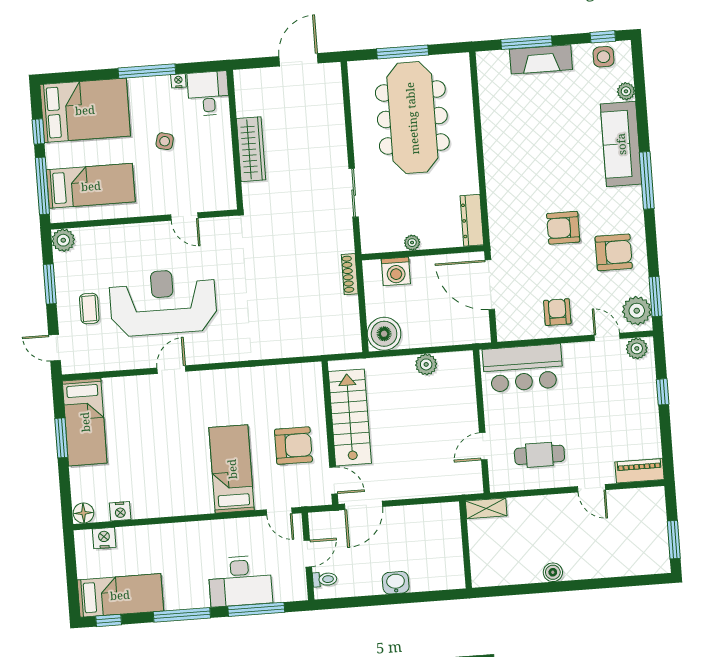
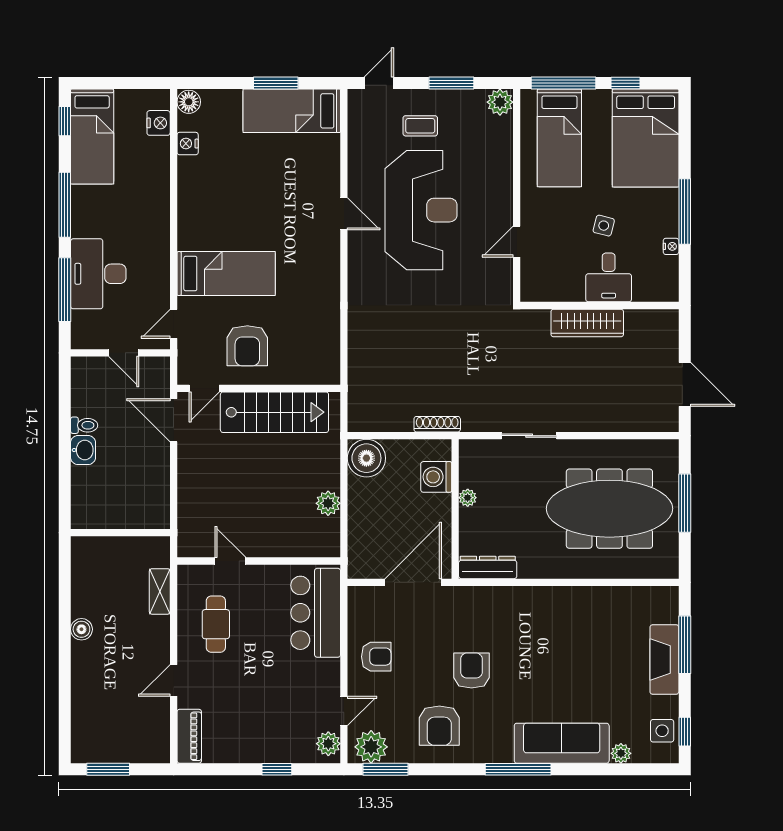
desk: (208, 93) -> (609, 277), moved, turned 90
shelving: (486, 508) -> (160, 591), moved
toilet: (325, 579) -> (84, 425), moved, turned -90

